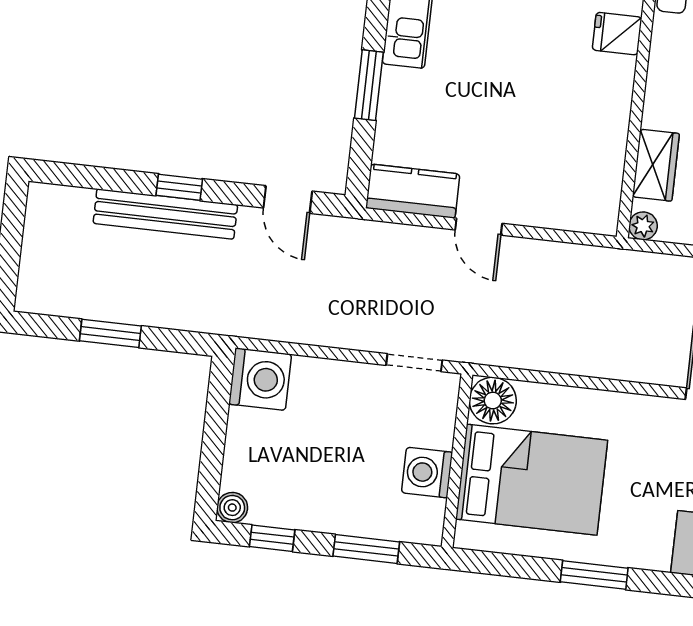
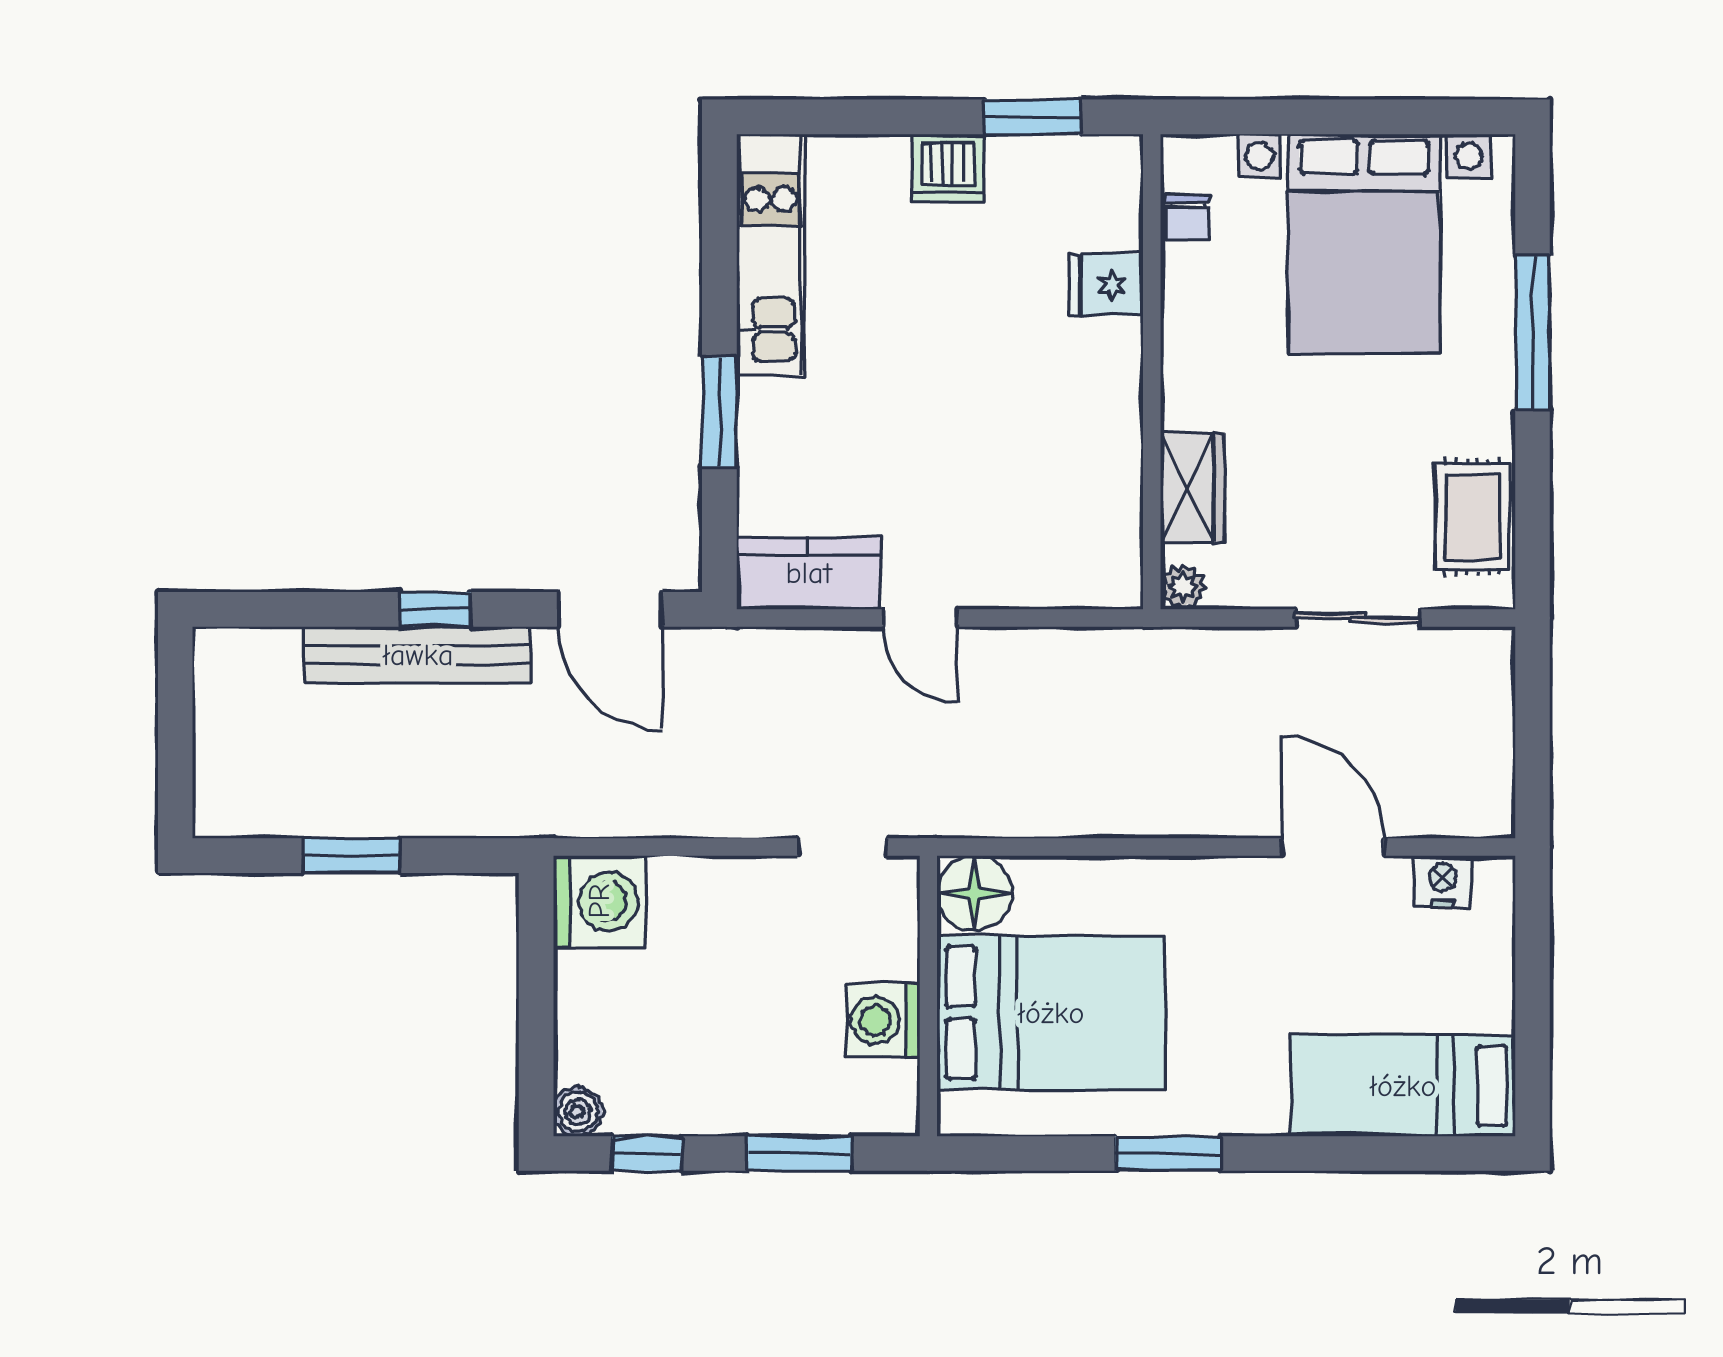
door: (288, 200) -> (611, 609), width x1.37

